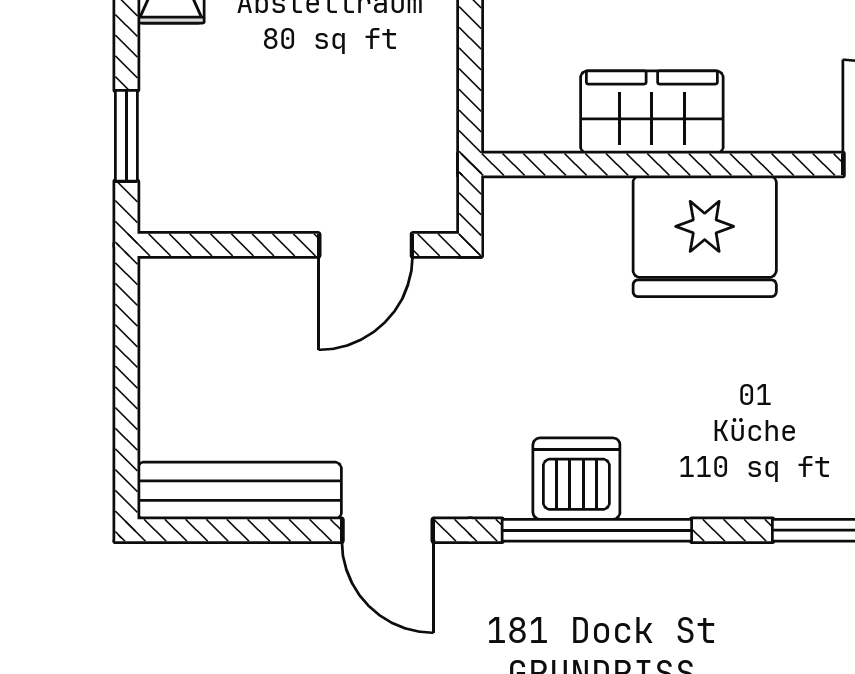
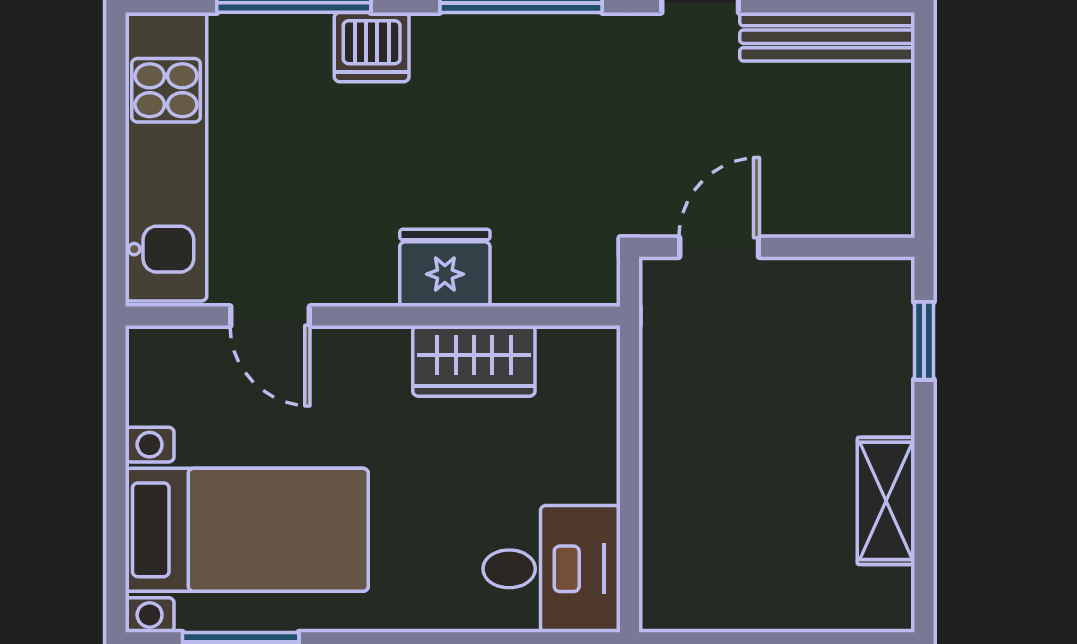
fridge: (705, 236) -> (445, 268), width x0.73, depth x0.75
dishwasher: (576, 479) -> (372, 47), moved

